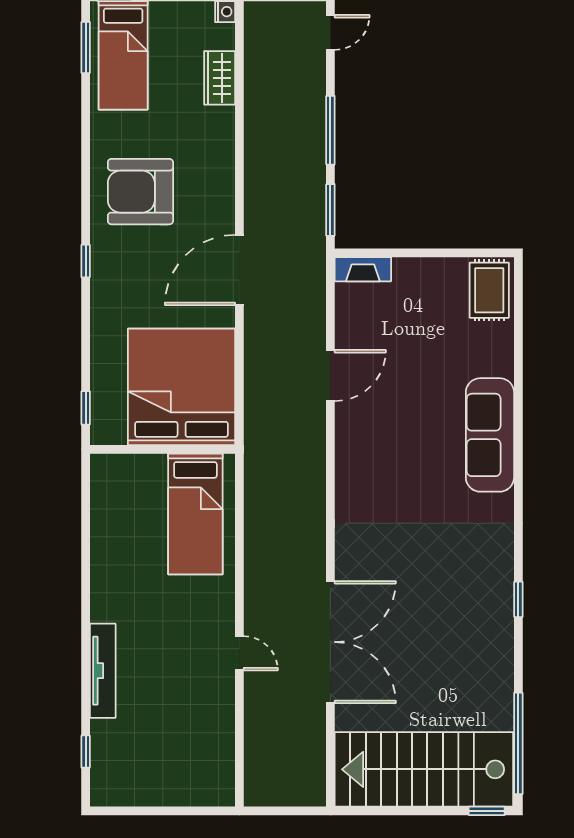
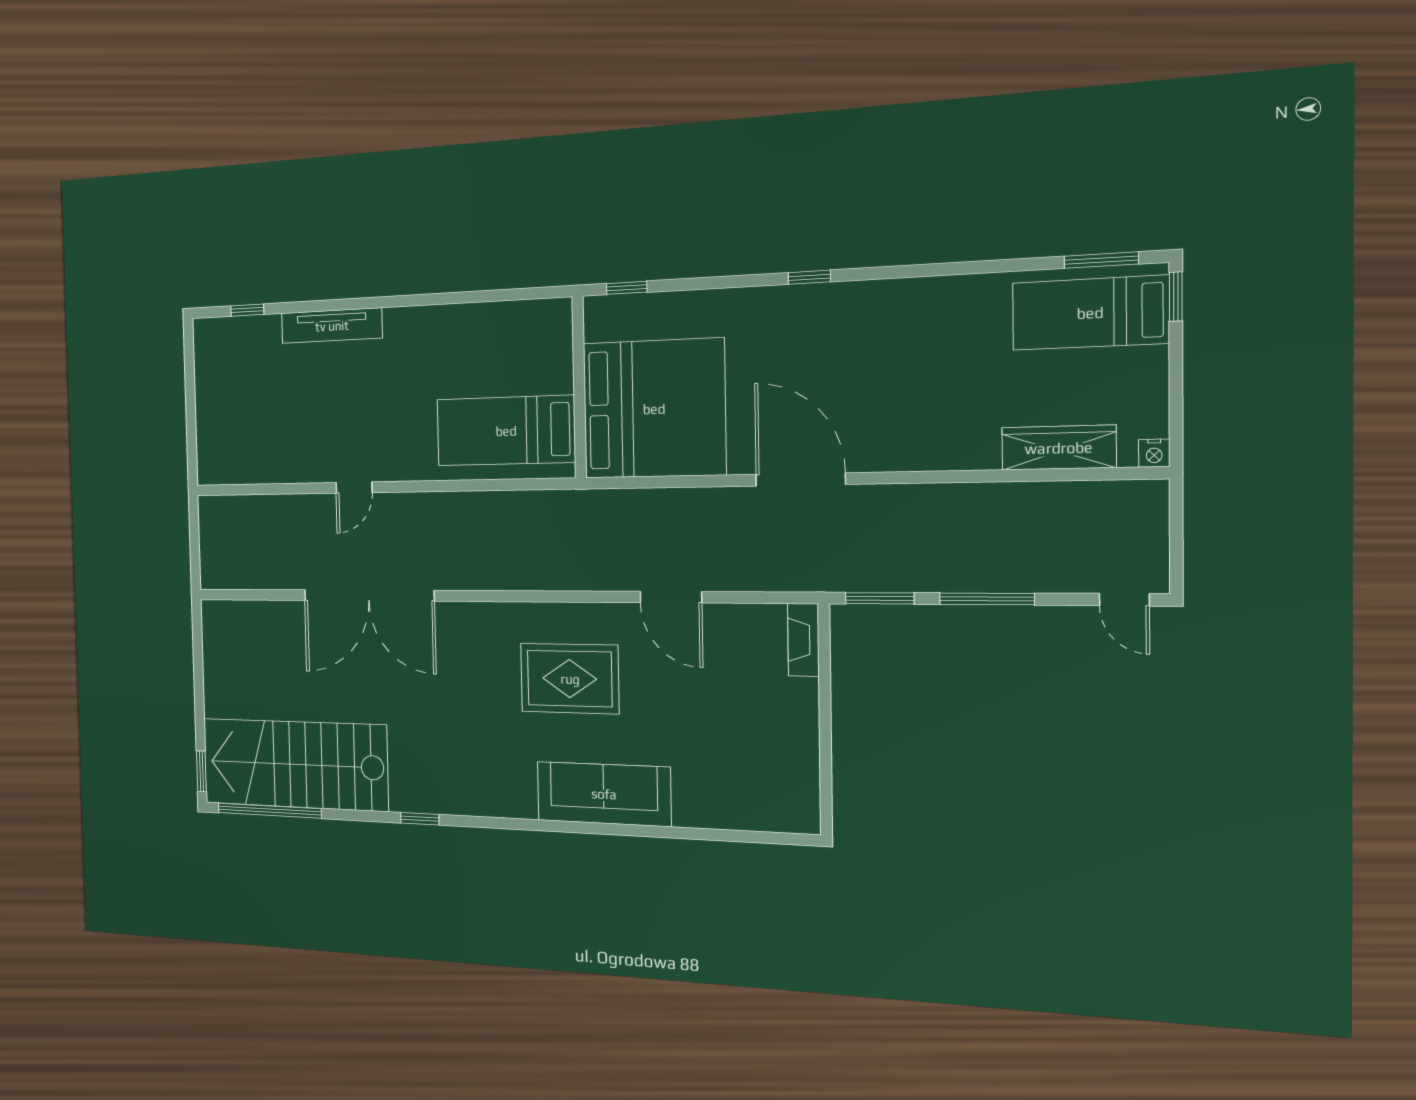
wardrobe: (220, 78) -> (1059, 448), width x1.50
armchair: (140, 192) -> (901, 345), removed
rug: (489, 290) -> (570, 679), moved, width x1.36, depth x1.43
stairs: (424, 769) -> (295, 764), moved, turned -90

